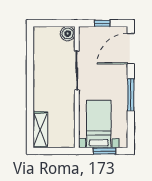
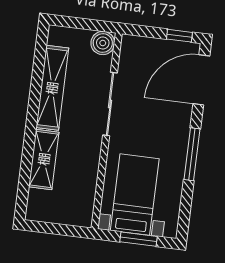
window: (102, 23) -> (179, 36), moved
shelving: (40, 65) -> (52, 88), added
shelving: (40, 130) -> (44, 159), moved

